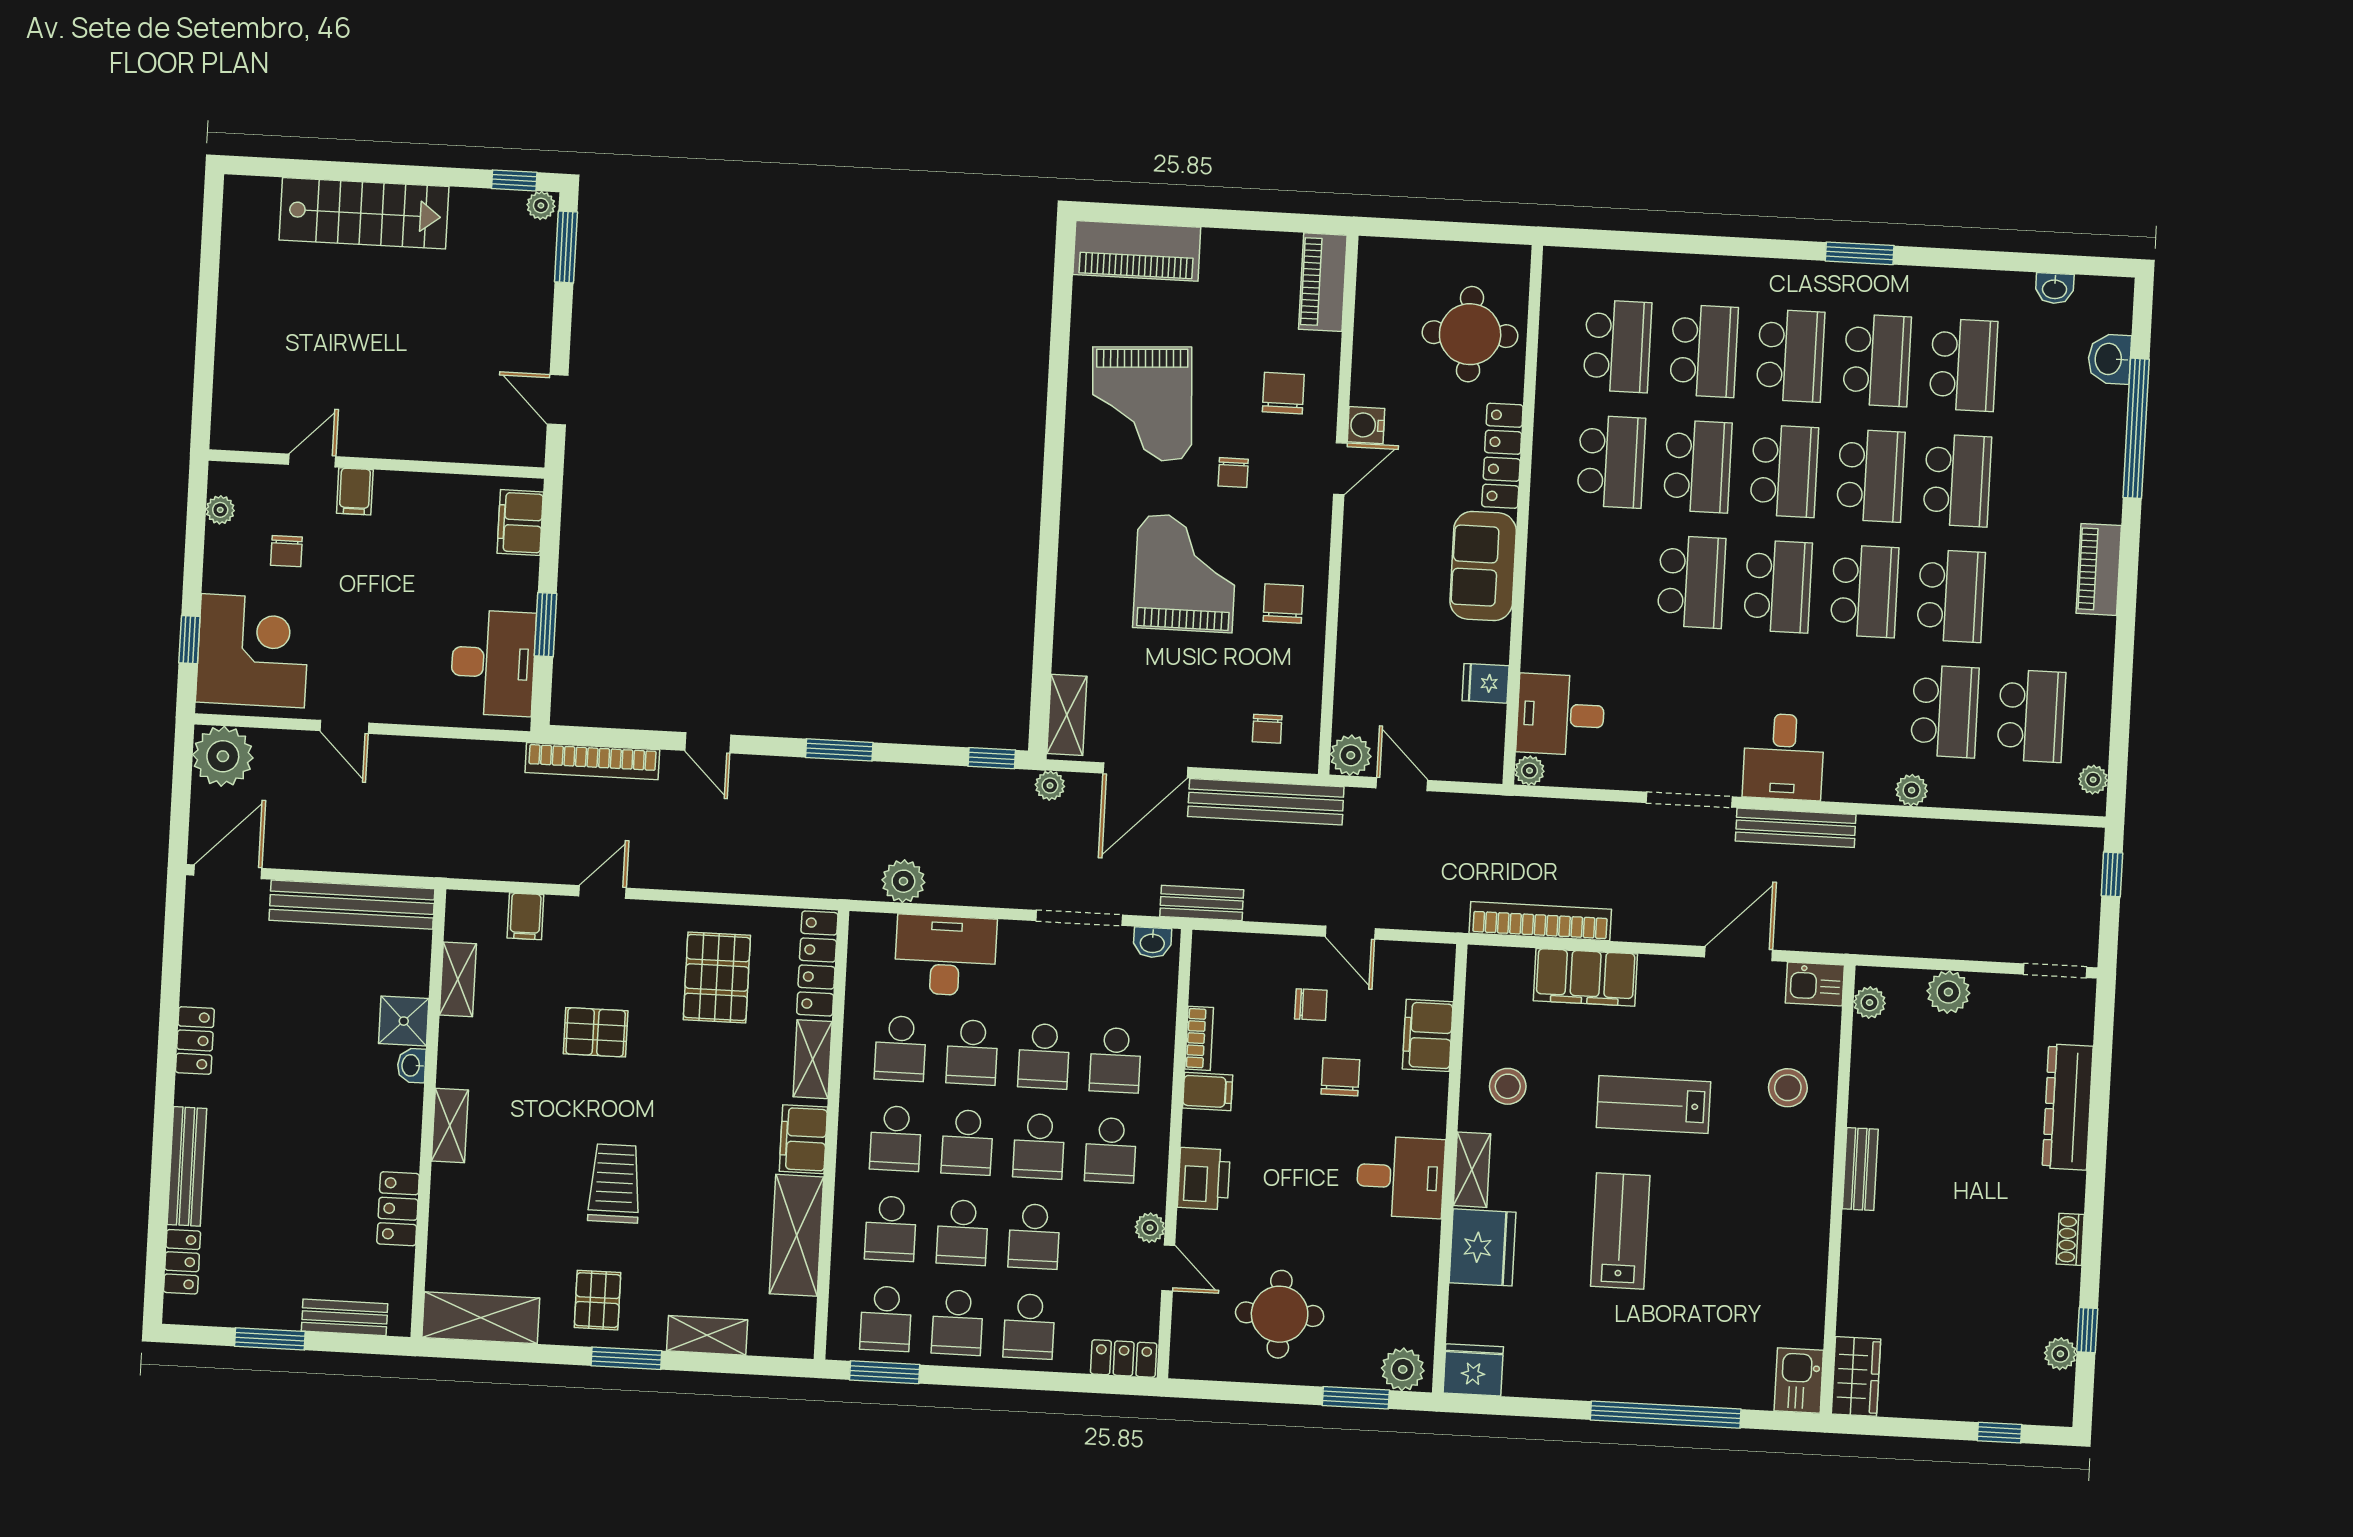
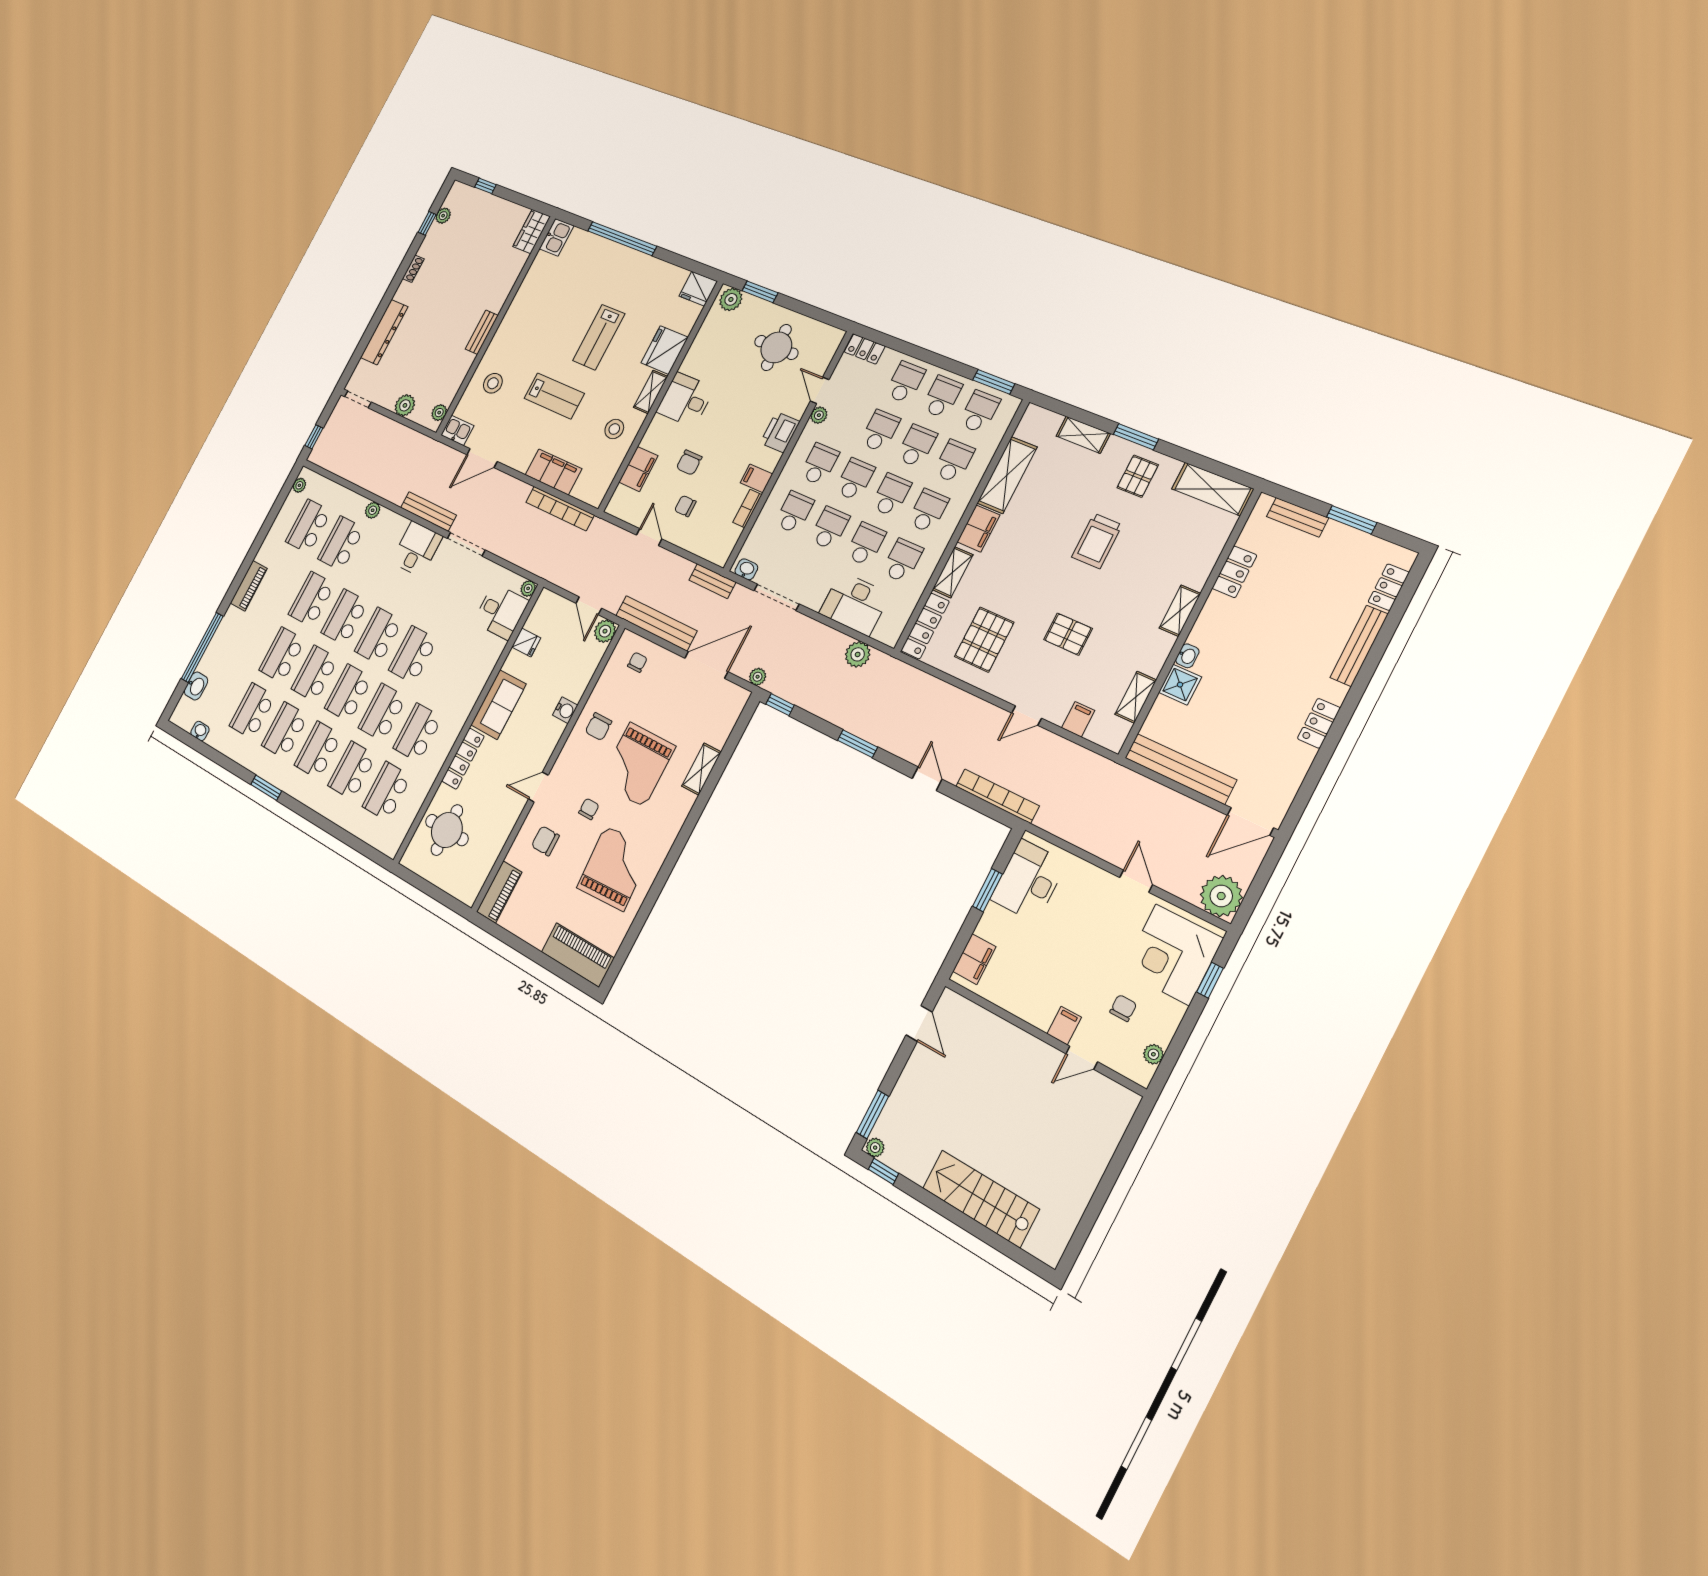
chair: (1283, 393) -> (545, 841), turned 90
water cooler: (1366, 425) -> (565, 710), moved
shelving: (1067, 715) -> (701, 769), moved

